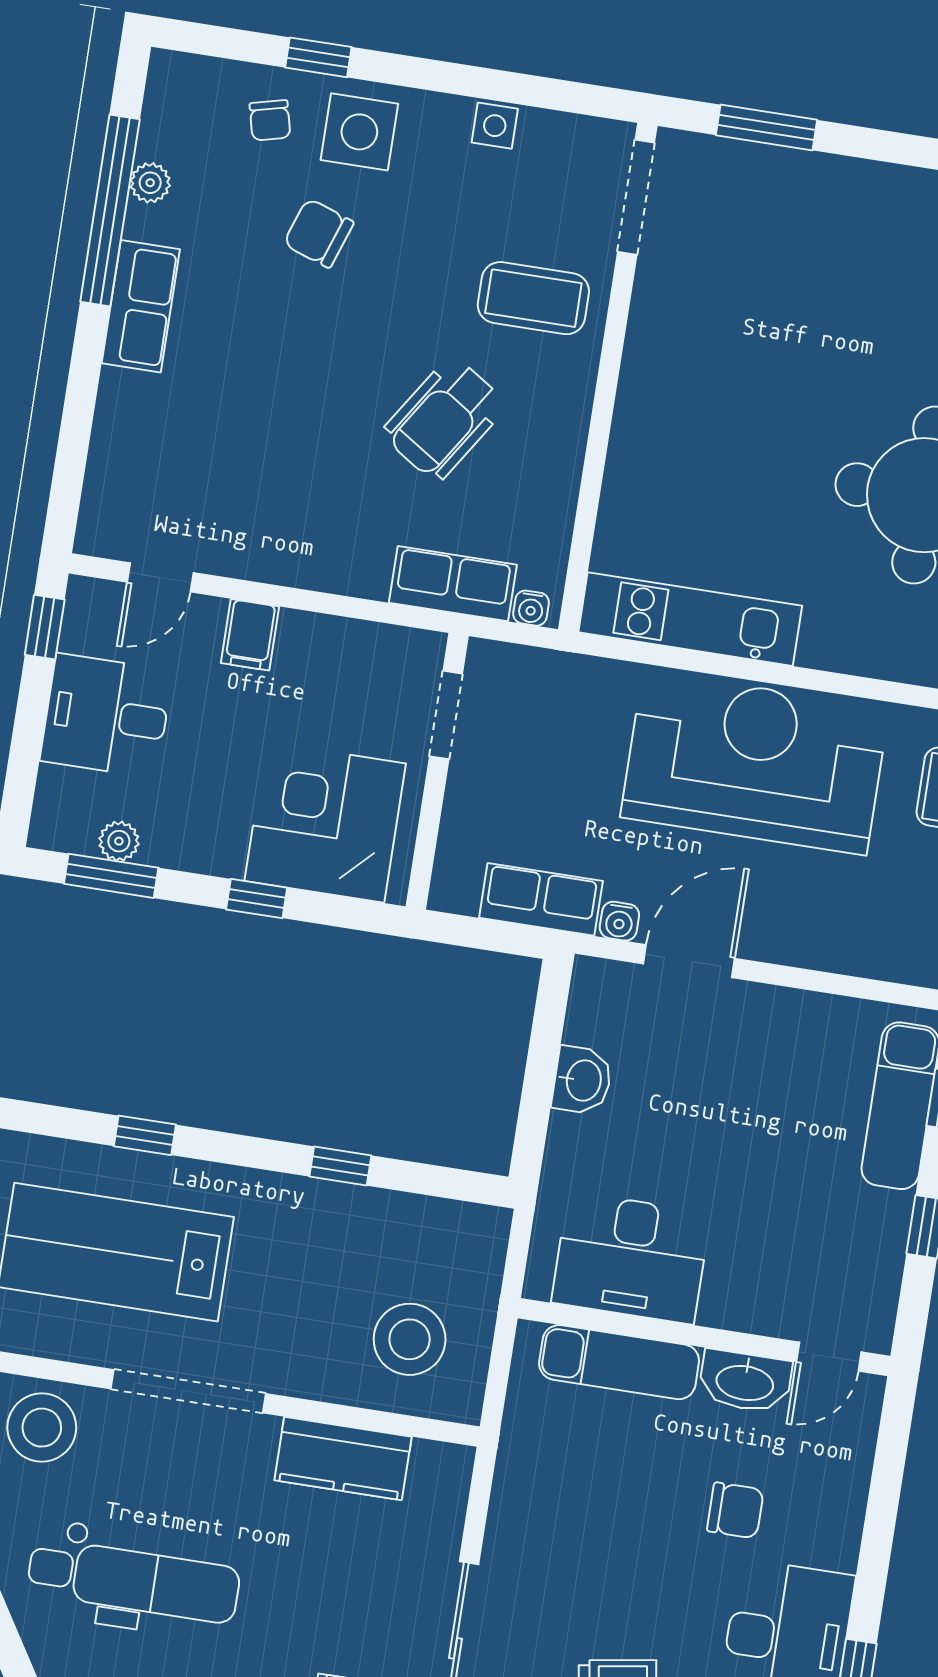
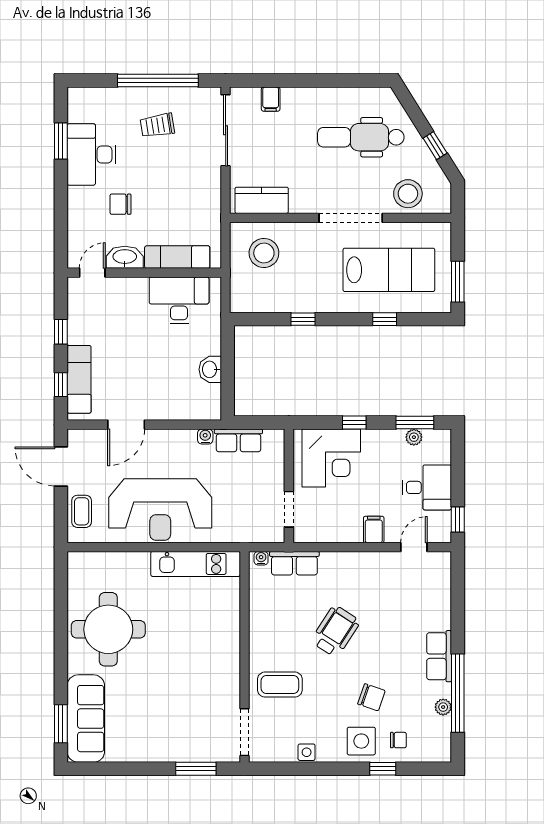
chair: (270, 120) -> (398, 740), turned 104
wheelchair: (444, 419) -> (335, 631), moved
door: (689, 961) -> (126, 425), moved
kitchen counter: (343, 1458) -> (262, 200), moved

